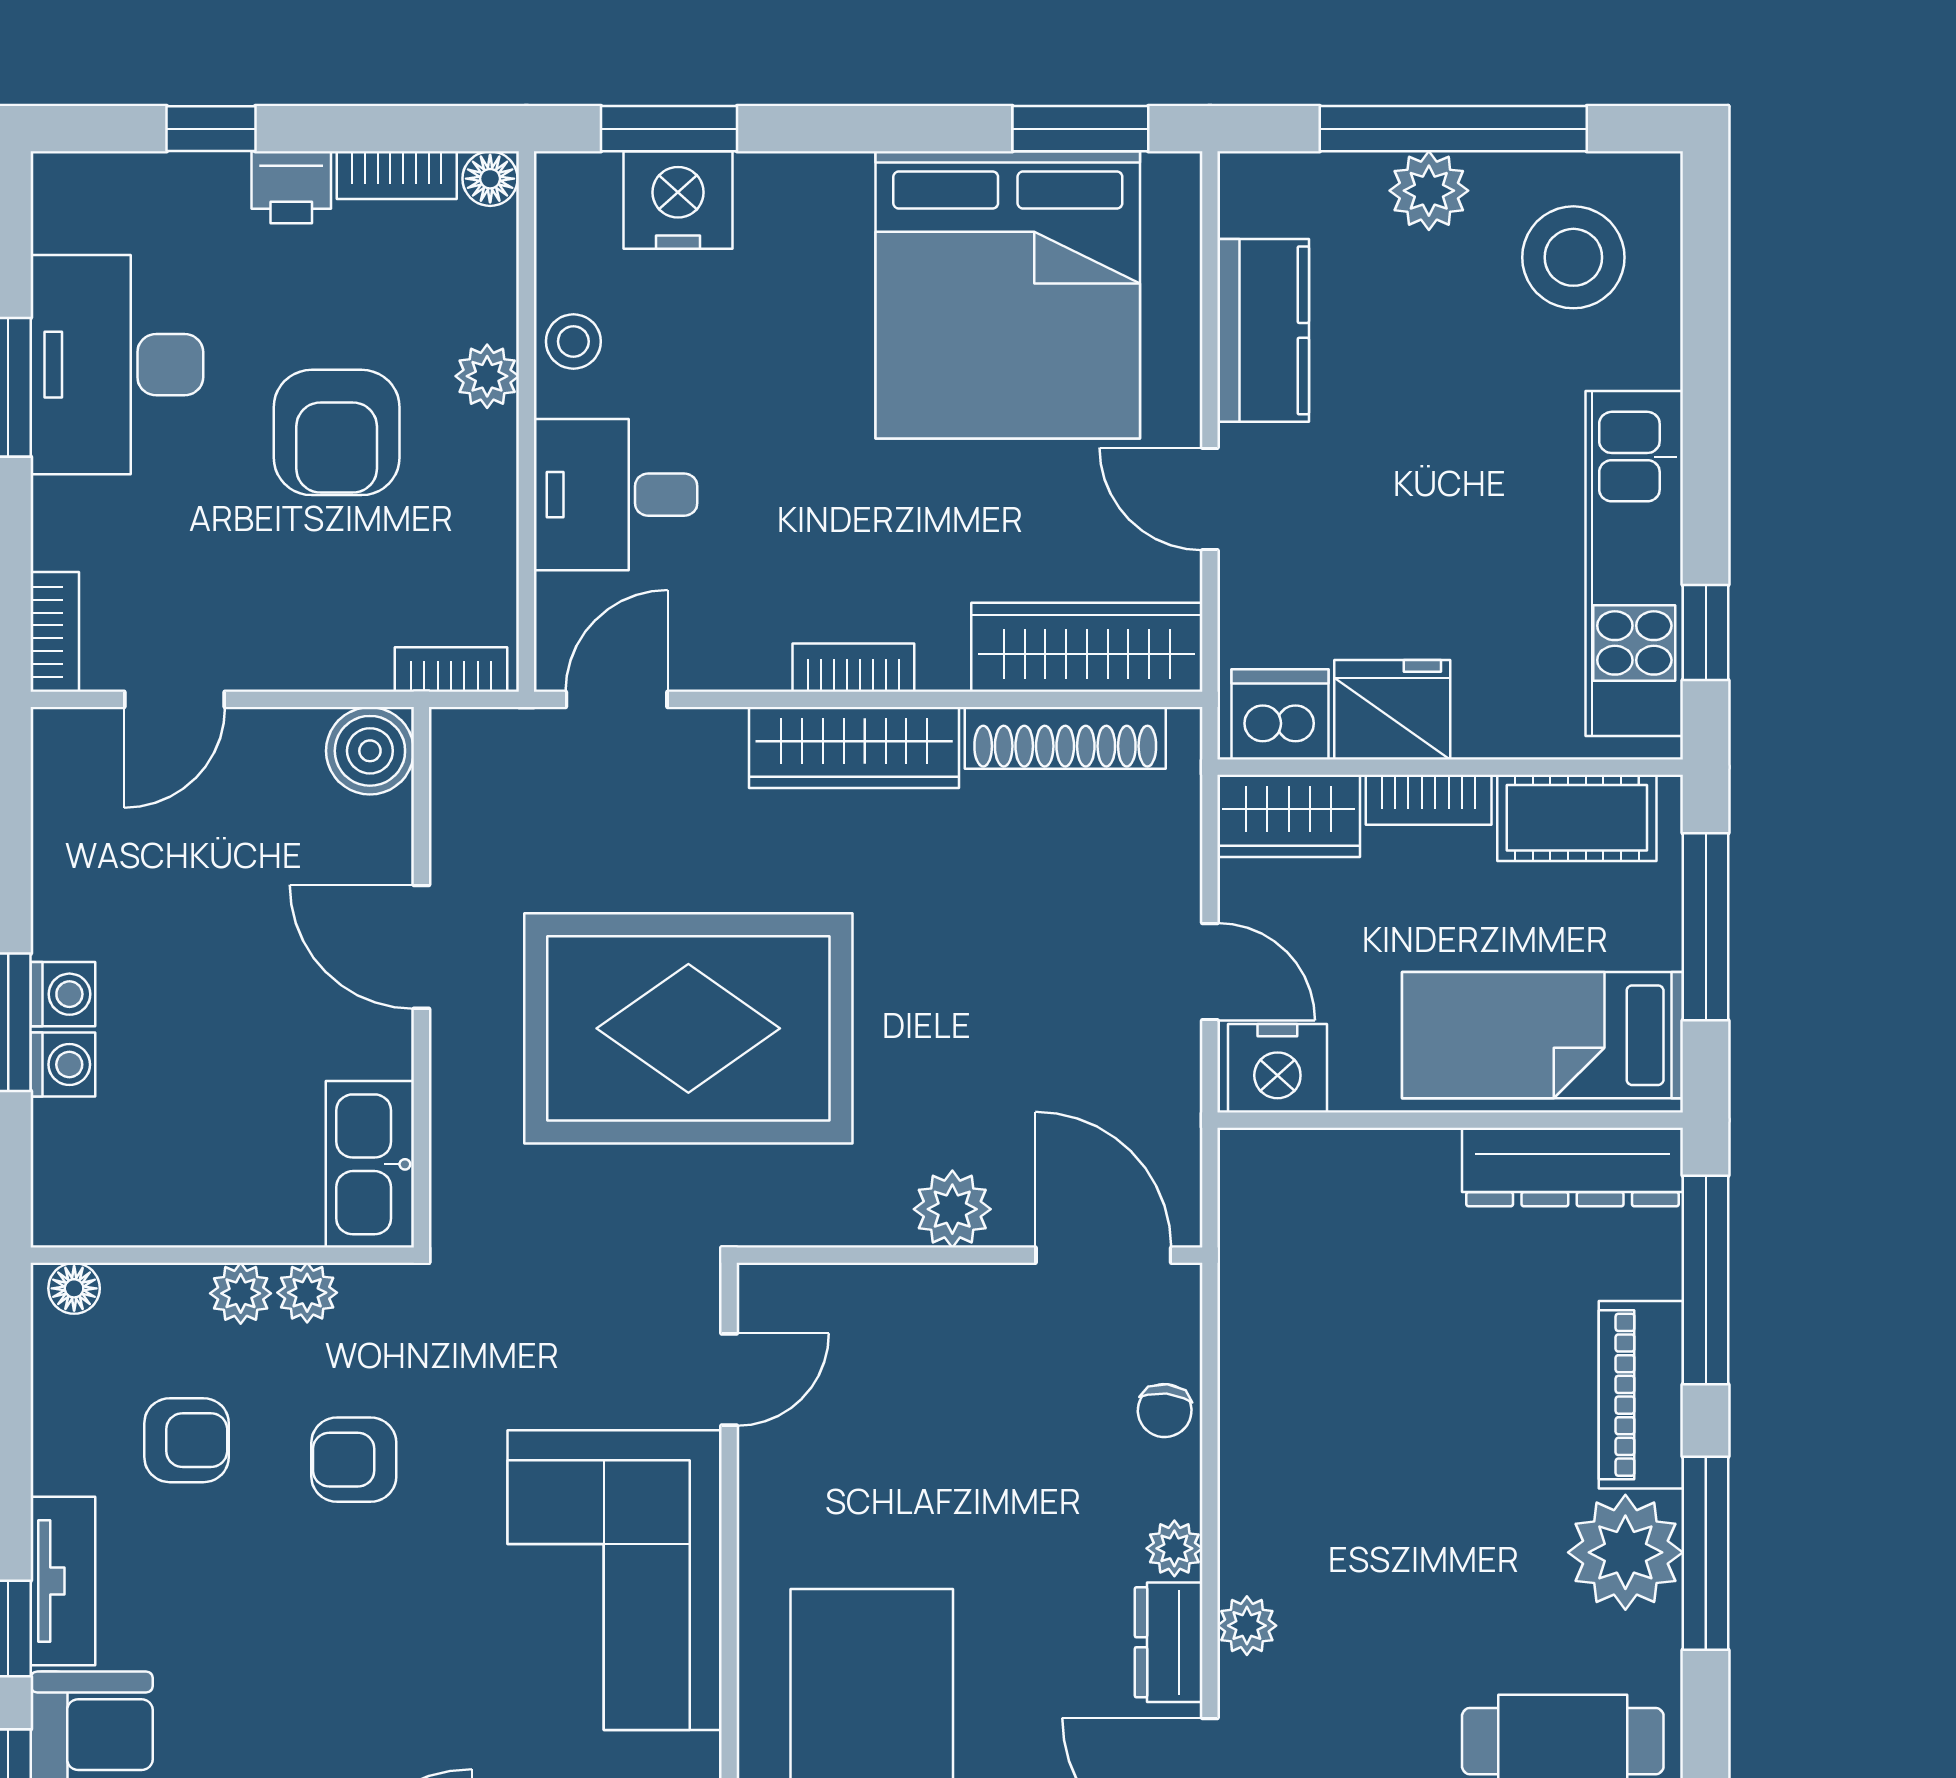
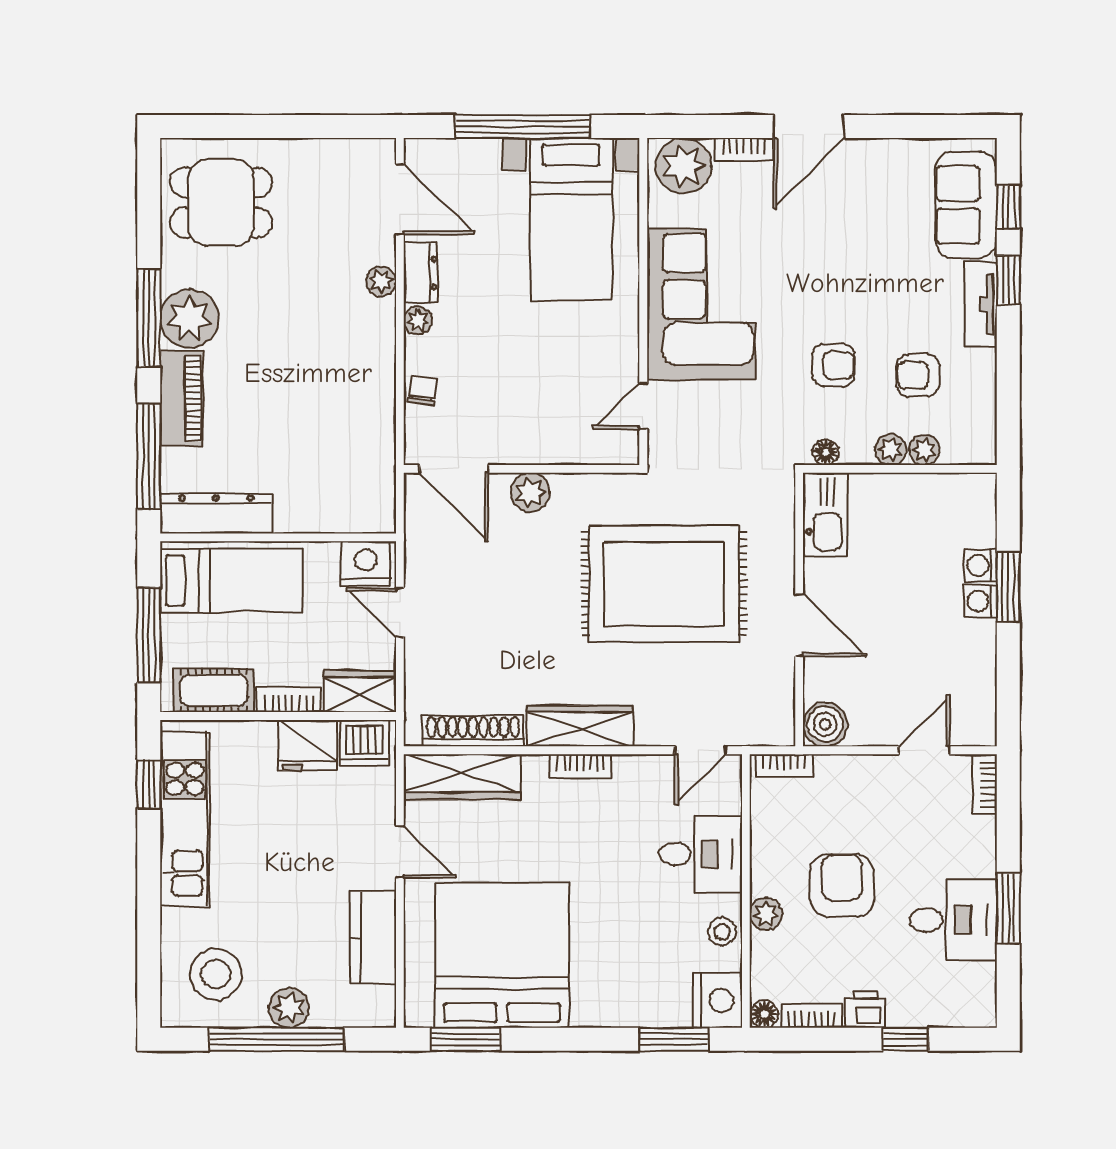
nightstand: (678, 200) -> (717, 1000), moved, turned -90
desk: (117, 365) -> (953, 920), width x0.73
floor lamp: (74, 1288) -> (826, 452), moved
plant: (307, 1293) -> (924, 450), moved

